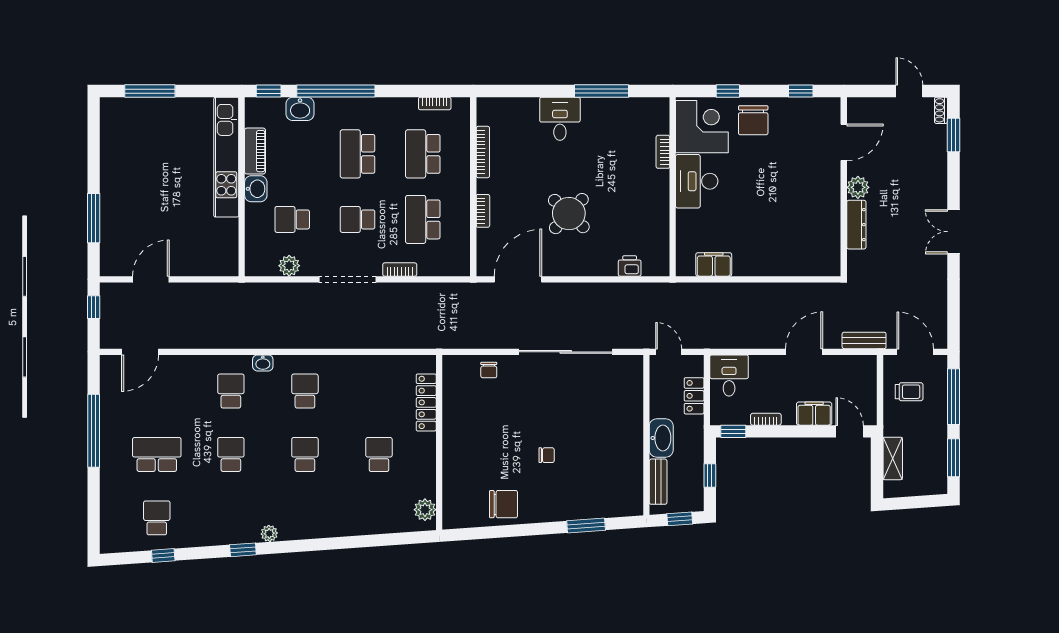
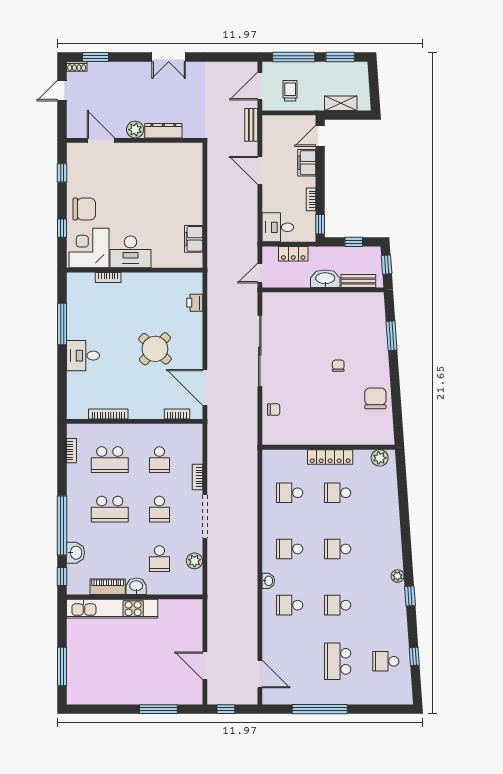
bookcase: (483, 211) -> (177, 414), moved
school desk: (423, 219) -> (159, 460), width x0.54
school desk: (379, 391) -> (290, 493), added
locker: (426, 402) -> (330, 457), moved

